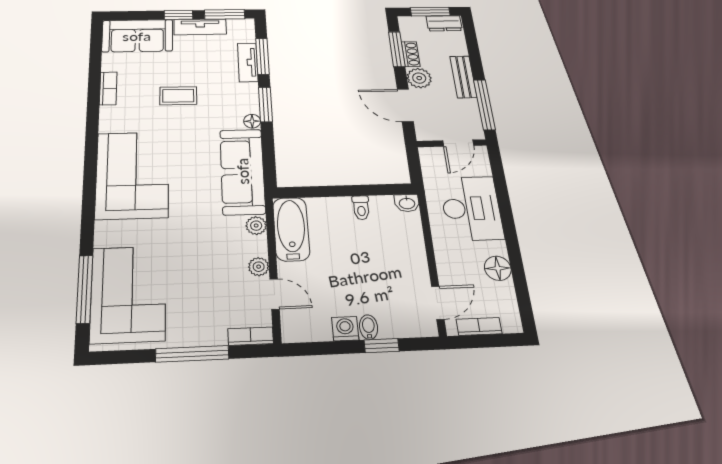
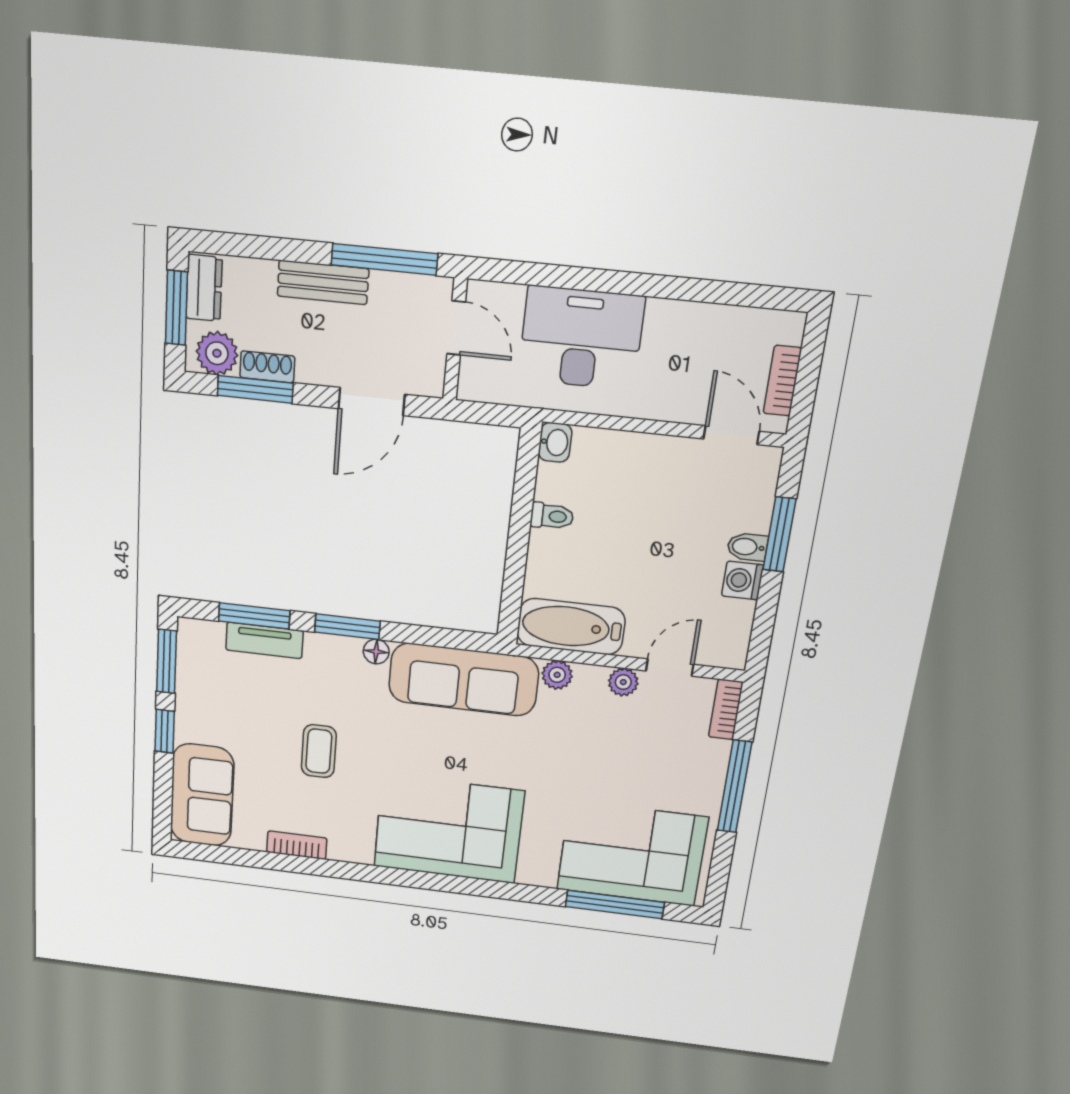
tv unit: (200, 27) -> (190, 702), removed
plant: (419, 78) -> (217, 353), moved
floor lamp: (498, 268) -> (694, 323), removed
window: (382, 346) -> (779, 534), width x1.50

